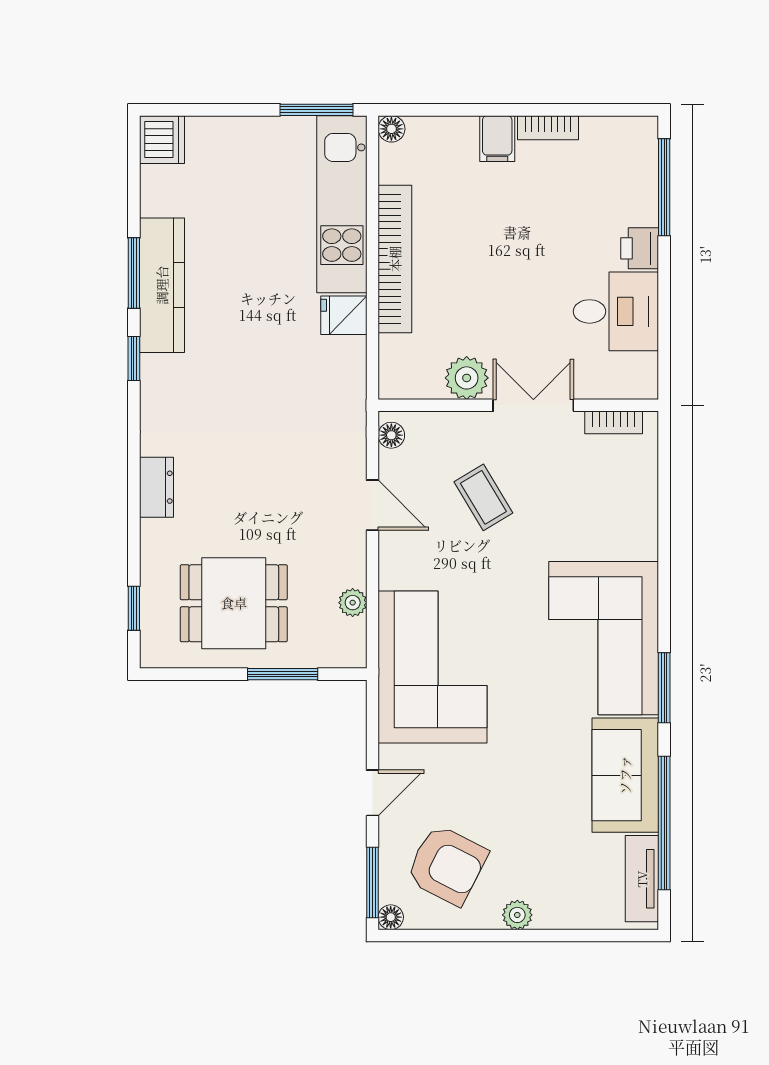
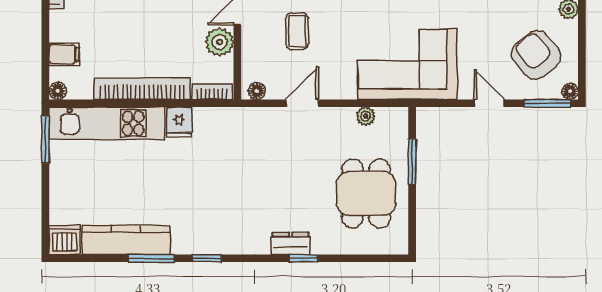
filing cabinet: (497, 139) -> (64, 54), moved
kitchen counter: (162, 285) -> (126, 240), moved
bookcase: (390, 366) -> (212, 92), added
coffee table: (483, 497) -> (297, 31), turned -59
window: (134, 608) -> (303, 258), moved
armchair: (447, 865) -> (536, 55), turned -66

